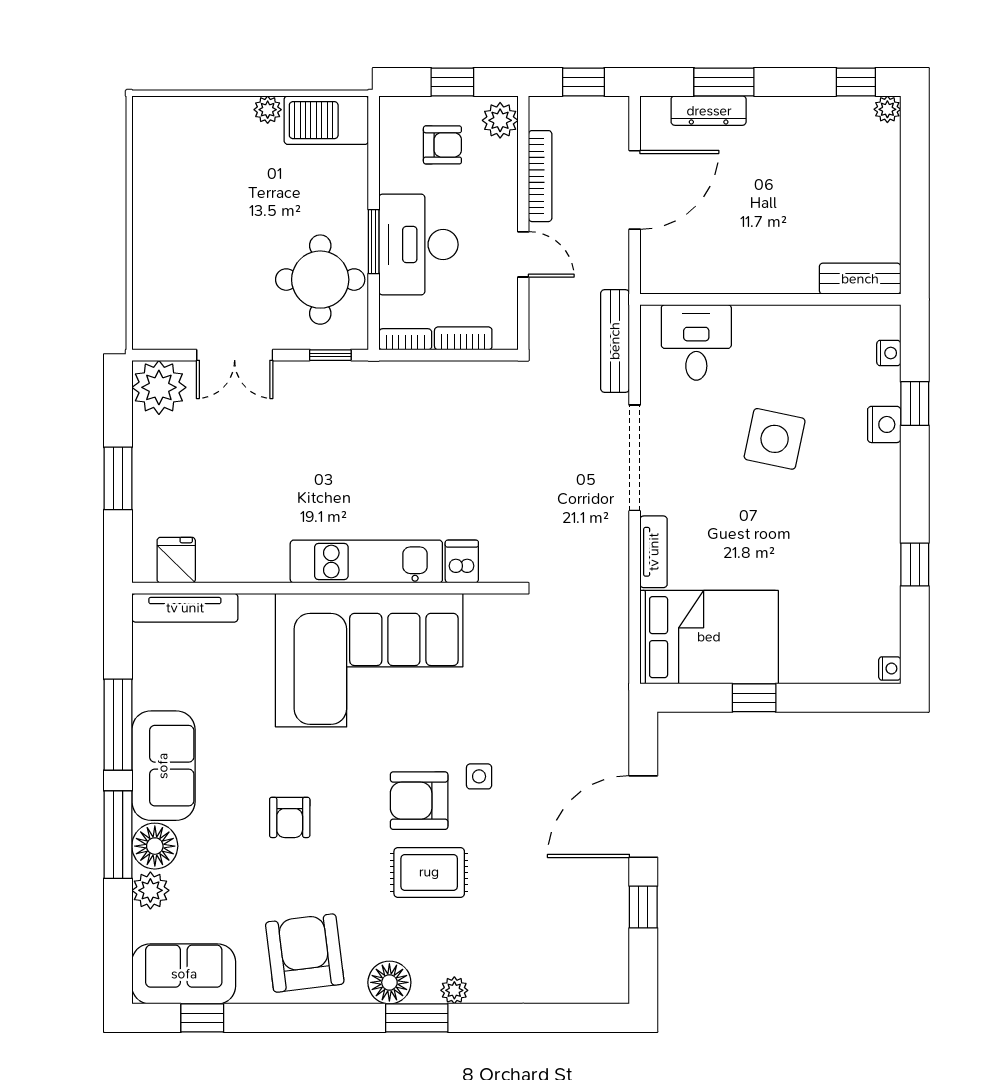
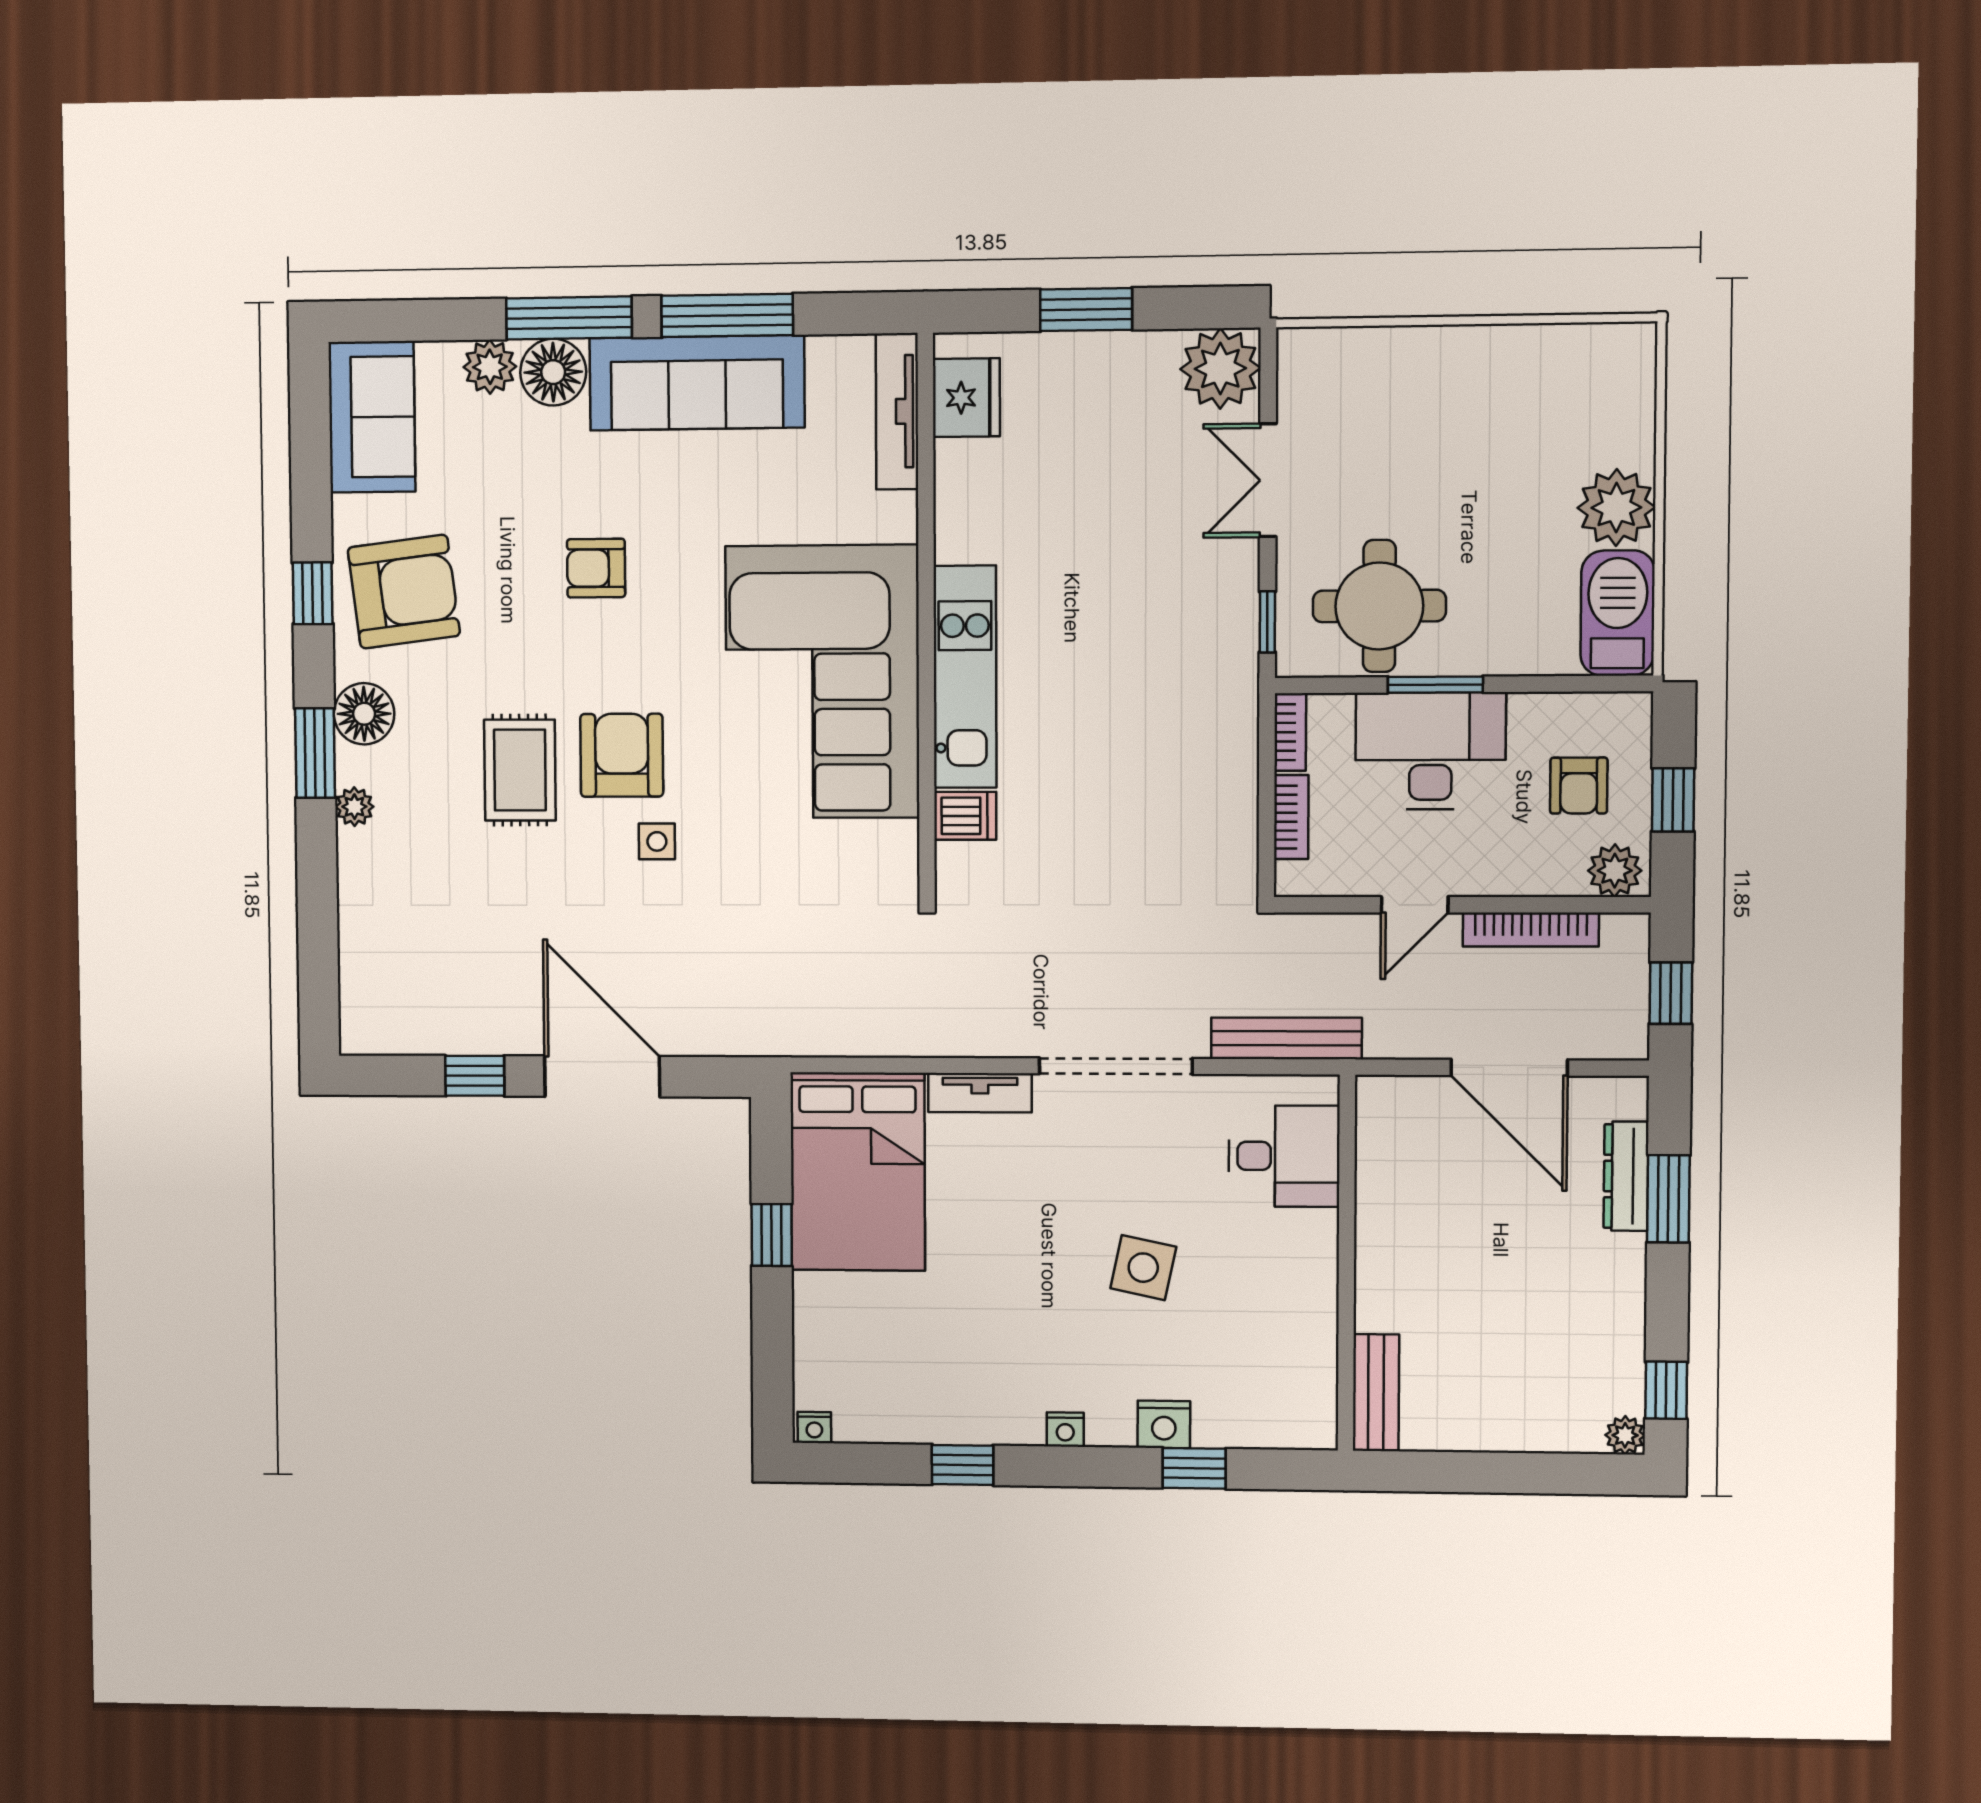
plant: (268, 110) -> (1616, 508), width x1.88, depth x1.88
nightstand: (889, 353) -> (1065, 1430), moved
side table: (775, 439) -> (1143, 1268), width x0.73, depth x0.73
fridge: (176, 560) -> (966, 398), width x1.38
sofa: (163, 766) -> (697, 383), width x1.36
window: (202, 1018) -> (313, 593), moved

